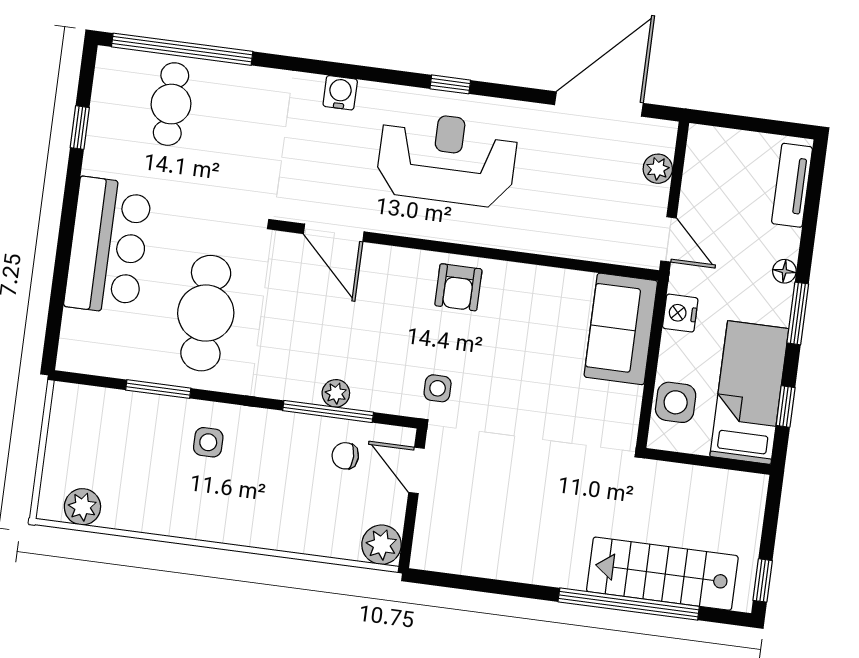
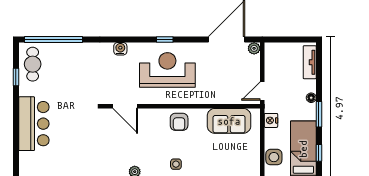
cafe table: (171, 104) -> (33, 64), moved
plant: (658, 169) -> (254, 48), moved
door: (669, 239) -> (262, 91), swing flipped
cafe table: (206, 313) -> (77, 146), removed
sofa: (621, 329) -> (229, 121), moved, turned -90

